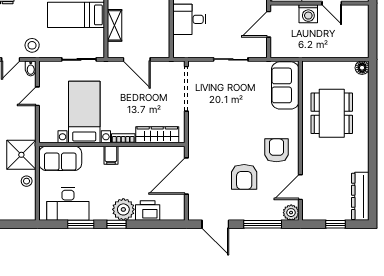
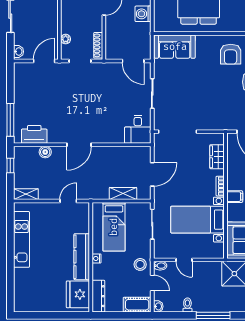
washing machine: (308, 14) -> (143, 14), moved, turned 180
desk: (189, 19) -> (138, 129), moved
door: (269, 24) -> (133, 61), moved
wardrobe: (157, 135) -> (217, 157), width x0.67
armchair: (276, 150) -> (231, 54), turned -90

